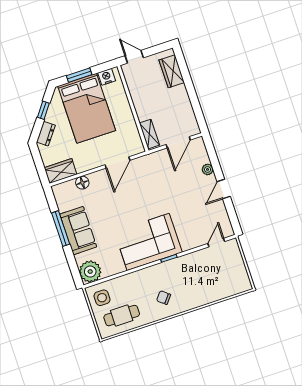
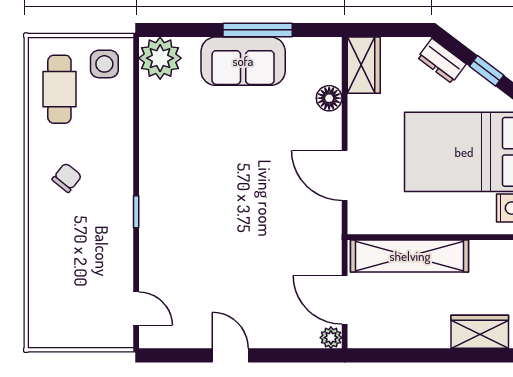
shelving: (149, 134) -> (410, 256), width x2.20, depth x1.33
plant: (208, 169) -> (331, 338), moved
corner sofa: (148, 242) -> (179, 184), removed

